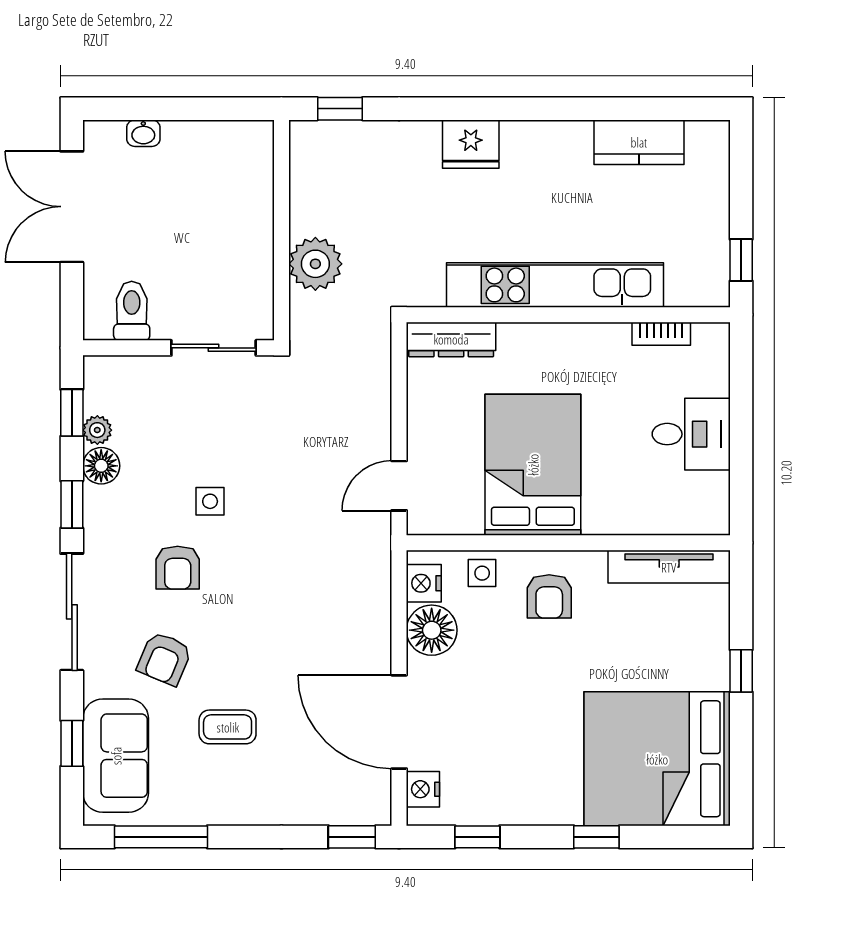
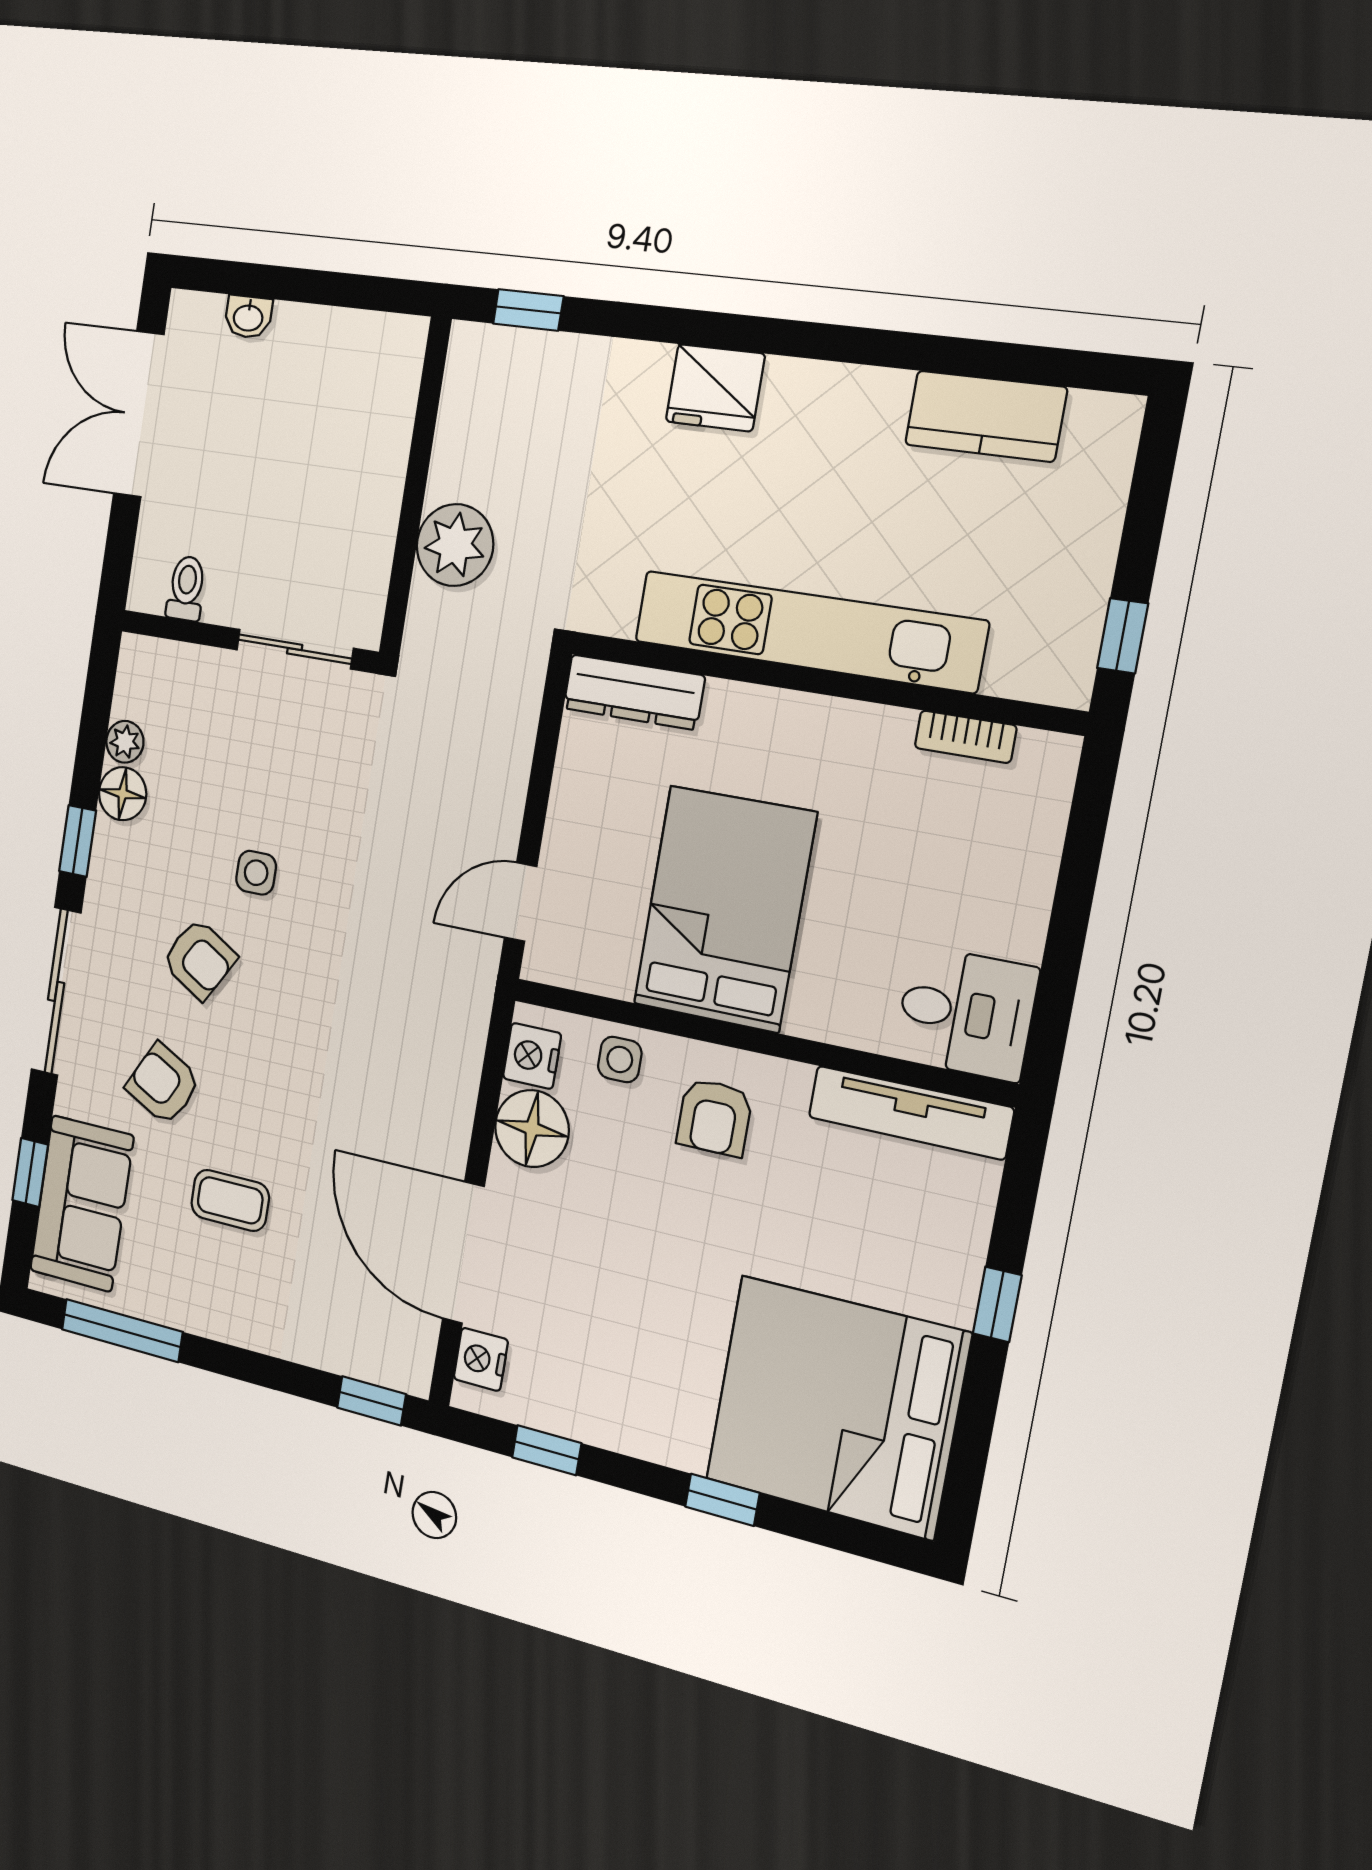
toilet: (132, 311) -> (186, 588), width x0.73, depth x0.72
window: (72, 413) -> (96, 711), removed
desk: (691, 434) -> (966, 1013), moved
armchair: (178, 568) -> (199, 959), turned -59
armchair: (164, 659) -> (163, 1084), turned 95

